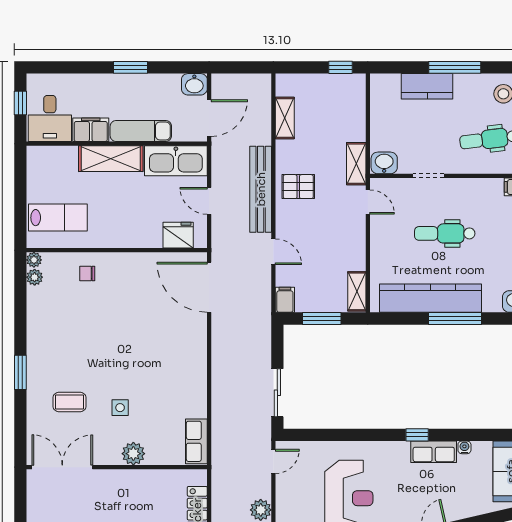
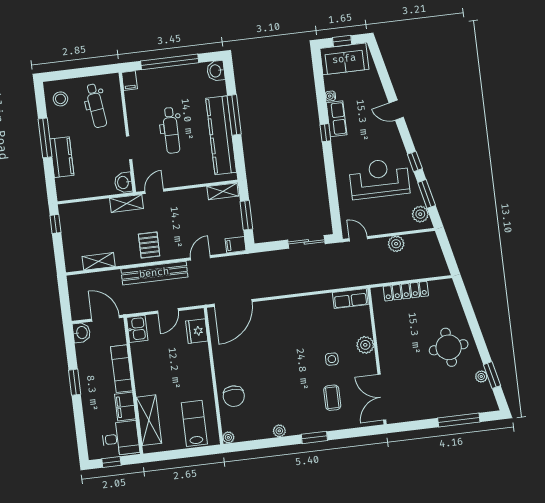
shelving: (111, 159) -> (149, 420), moved
kitchen sink: (176, 161) -> (137, 329), width x0.53, depth x0.81
chair: (87, 273) -> (234, 396), width x1.87, depth x1.87
plant: (35, 277) -> (279, 431), moved

